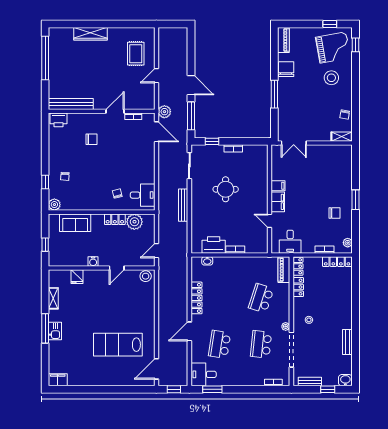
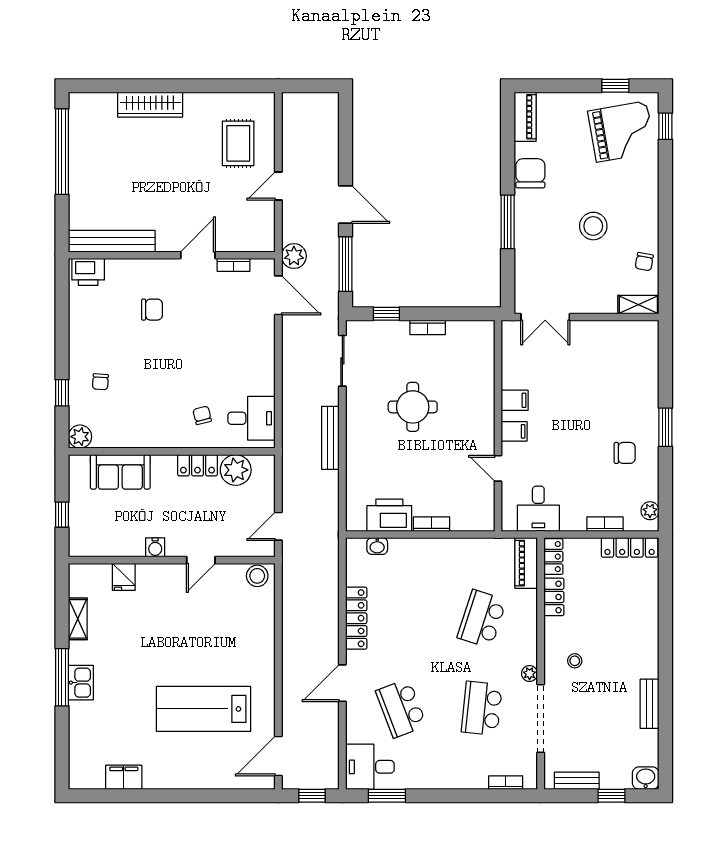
stool: (331, 78) -> (593, 226), moved
filing cabinet: (278, 202) -> (514, 431), width x0.50
school desk: (220, 344) -> (401, 708), turned -30
filing cabinet: (58, 380) -> (124, 777), moved

